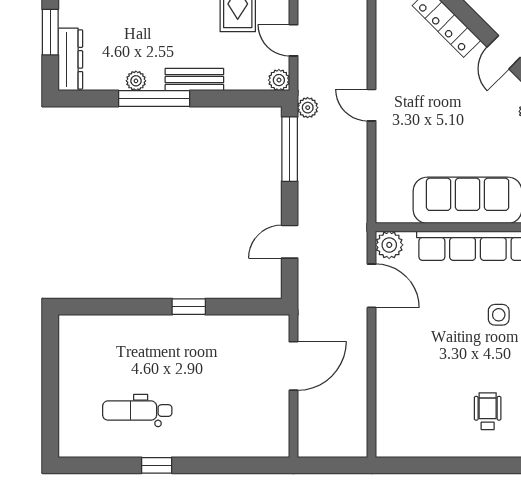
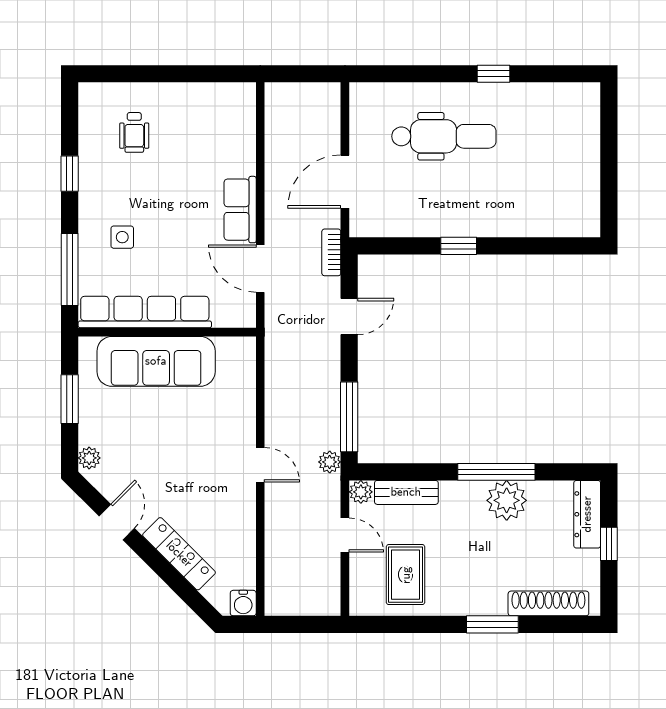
window: (50, 32) -> (609, 544), width x0.67
bench: (194, 80) -> (406, 492), moved
plant: (136, 81) -> (507, 500), width x1.87, depth x1.87
plant: (389, 245) -> (241, 313), removed
bookcase: (306, 301) -> (331, 252), added
row of seats: (390, 340) -> (240, 210), added
dental chair: (137, 411) -> (444, 136), moved, width x1.36, depth x1.38

